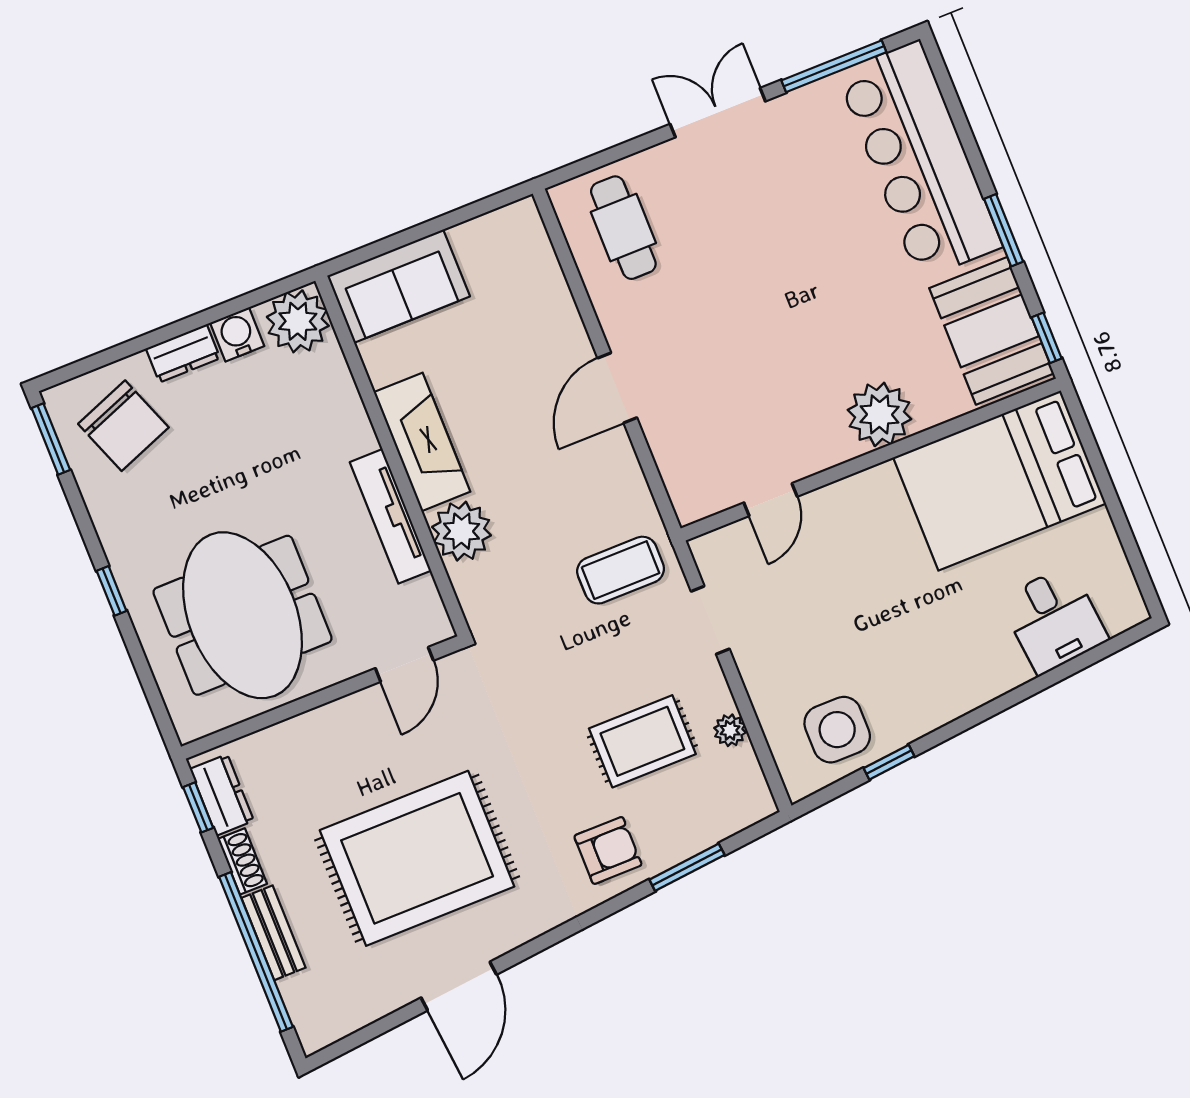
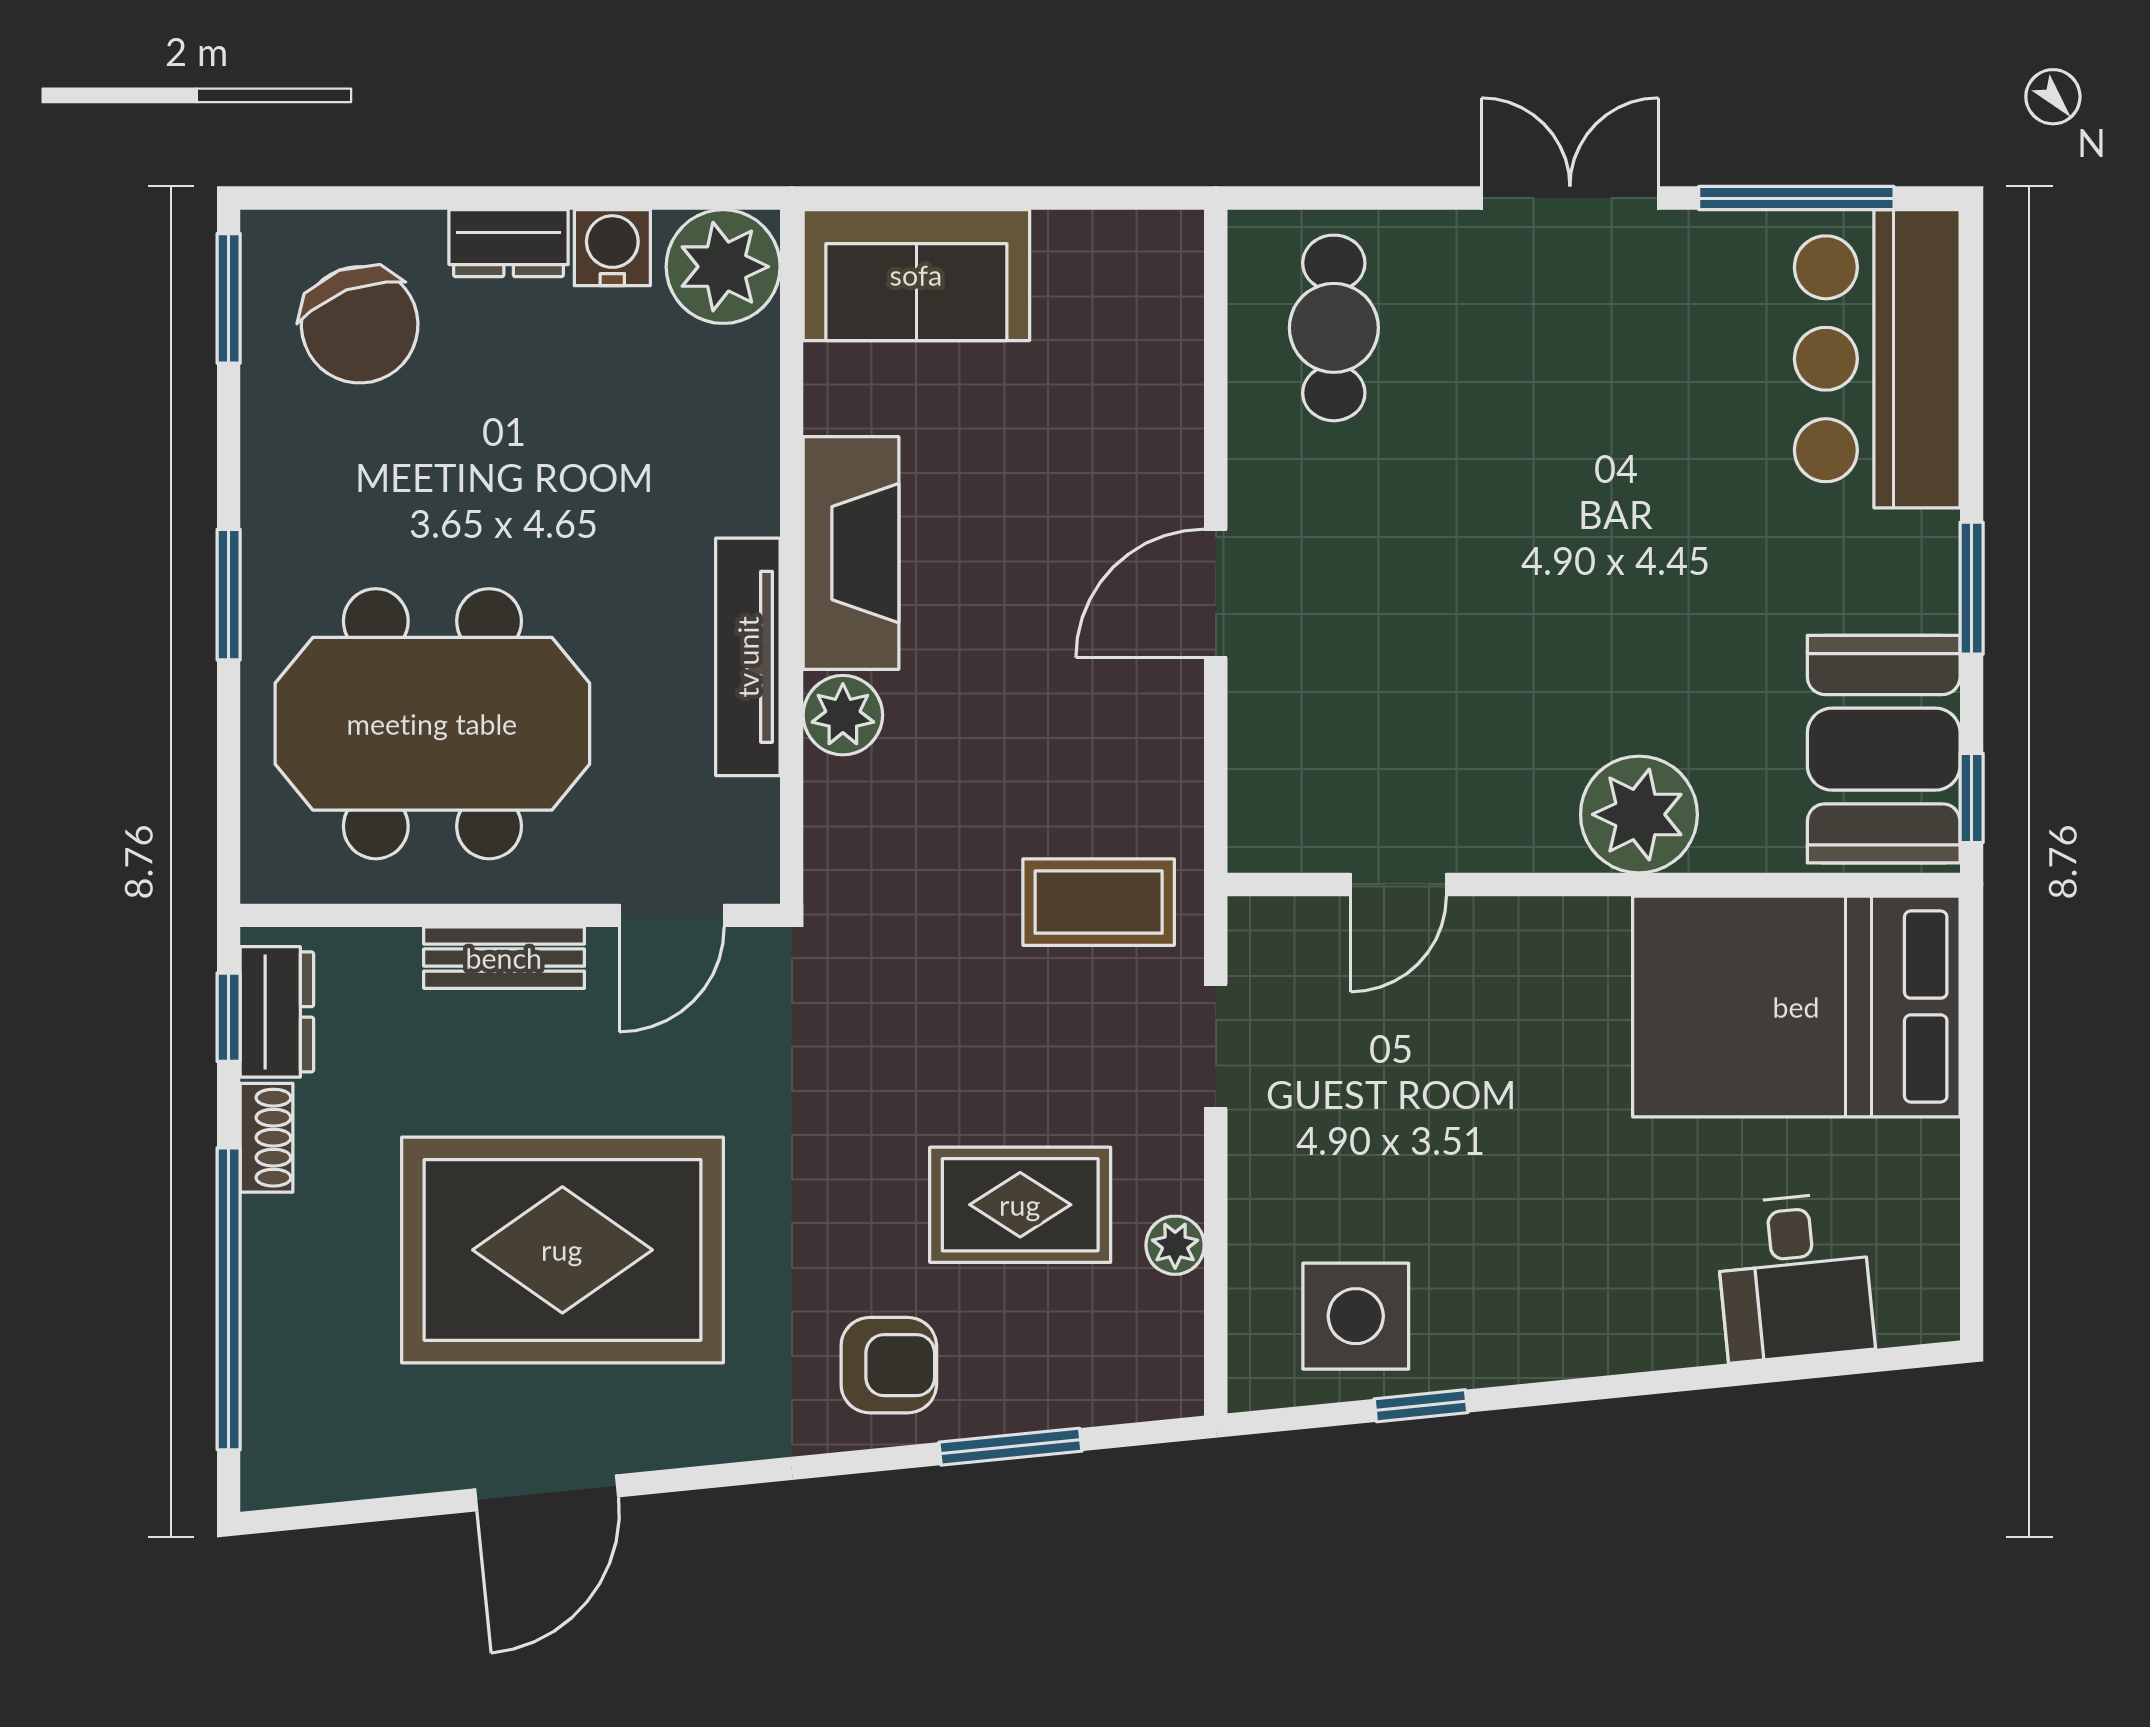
bar counter: (919, 160) -> (1877, 359), width x0.73
plant: (461, 531) -> (843, 715), width x0.73, depth x0.73
window: (112, 591) -> (229, 595), width x1.50
meeting table: (243, 615) -> (432, 724), turned 90
bench: (273, 933) -> (504, 958), moved, turned 90

